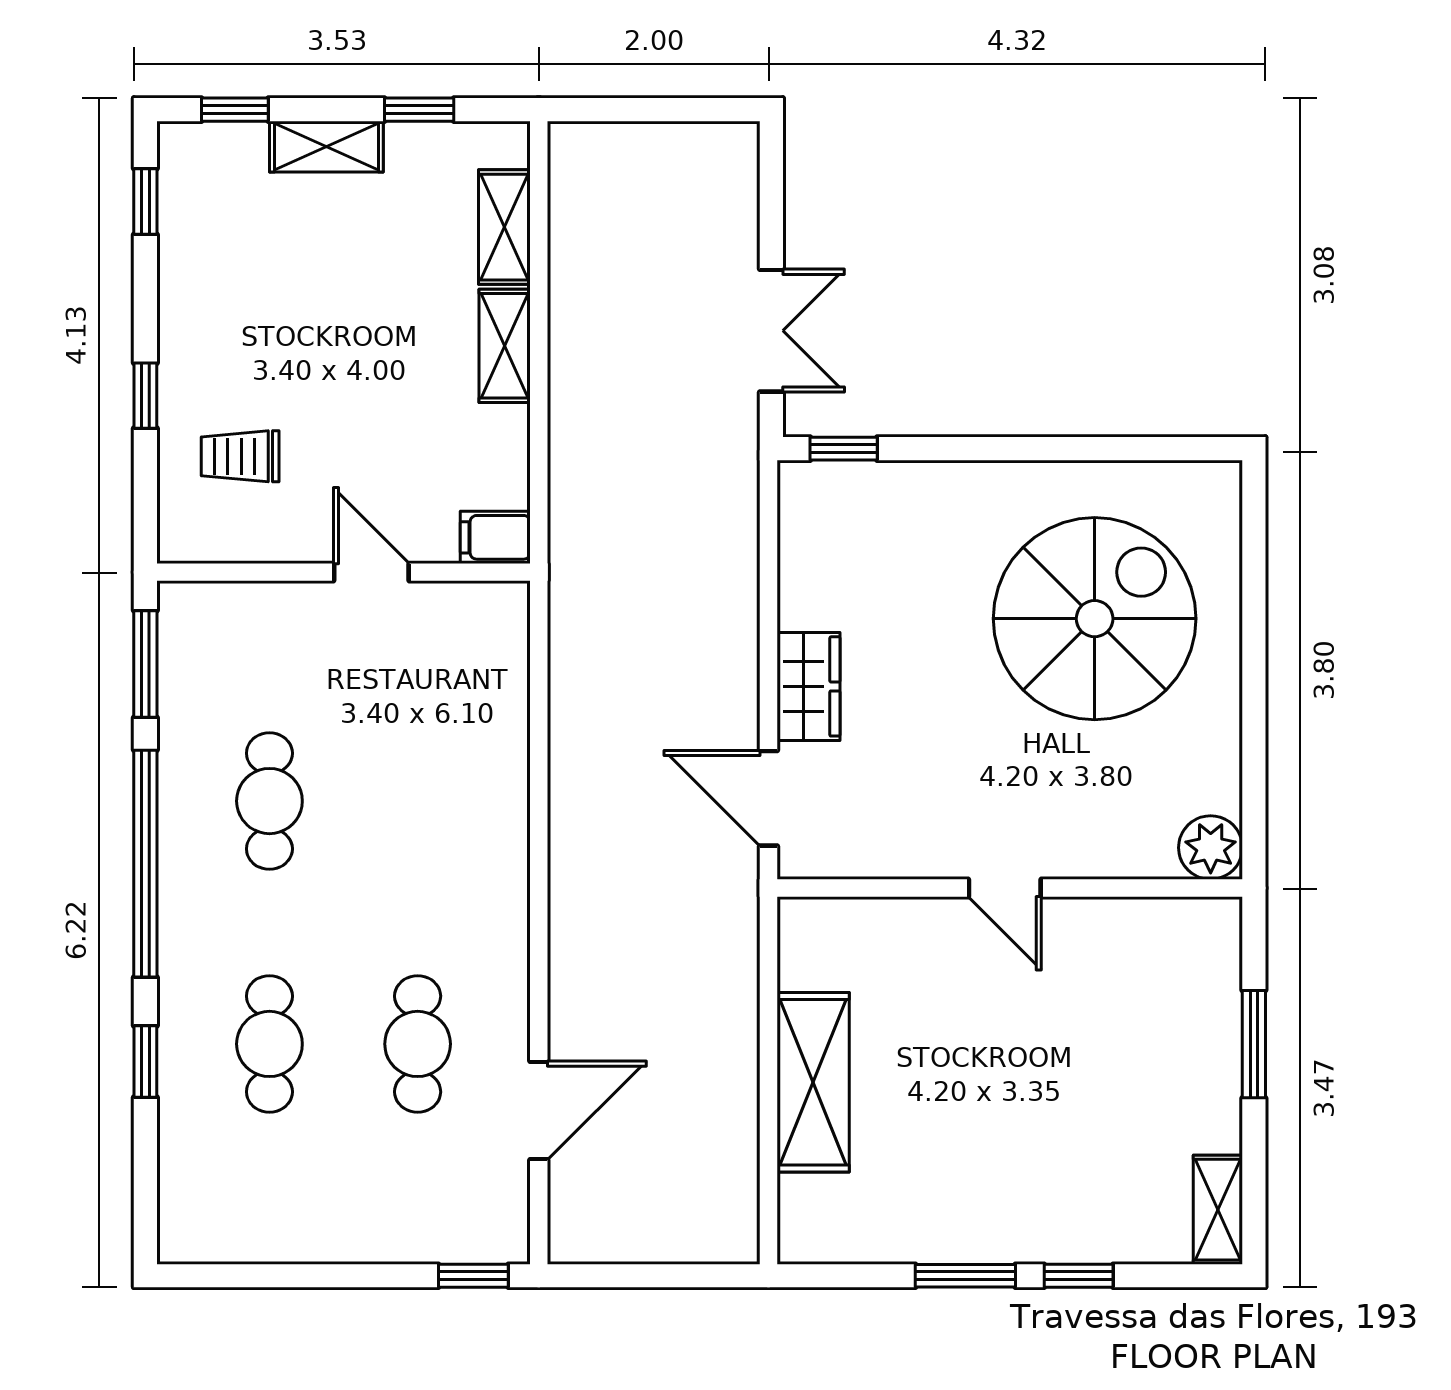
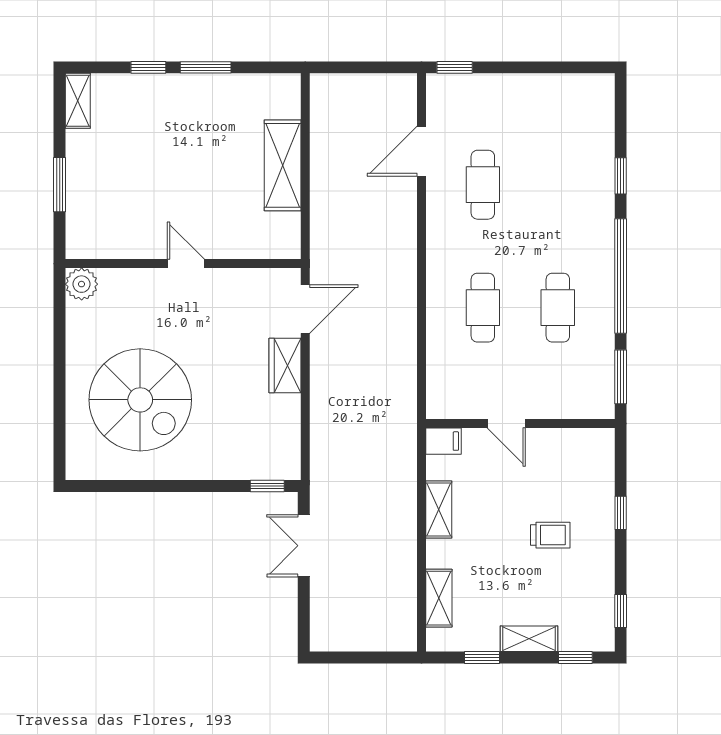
shelving: (505, 346) -> (439, 510), moved
trolley: (240, 456) -> (550, 535), moved
spiral stairs: (1095, 619) -> (140, 400), turned -90
door: (769, 798) -> (305, 309), hinge flipped
cafe table: (269, 1044) -> (483, 308), moved

